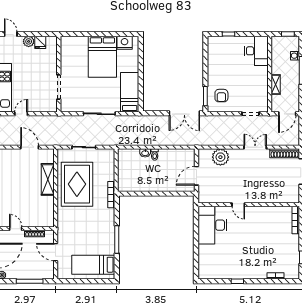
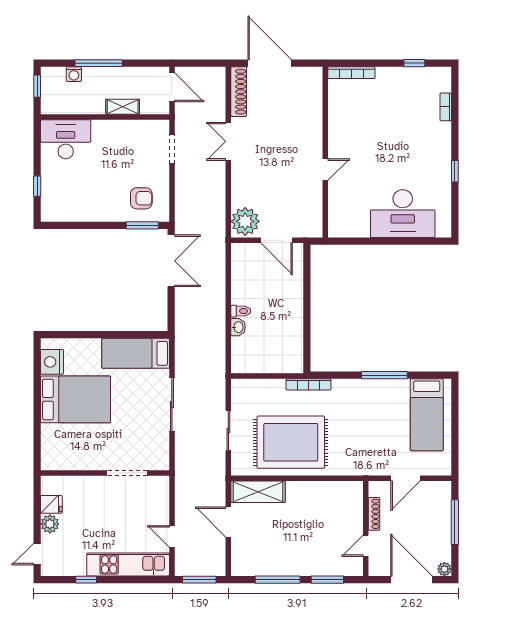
door: (30, 147) -> (228, 522), hinge flipped
plant: (220, 157) -> (245, 221), moved
shelving: (48, 179) -> (258, 492), moved
desk: (212, 225) -> (403, 214), moved

